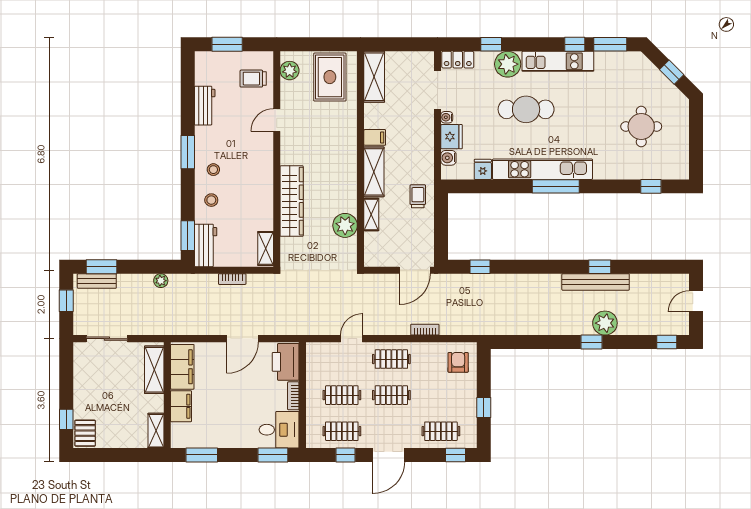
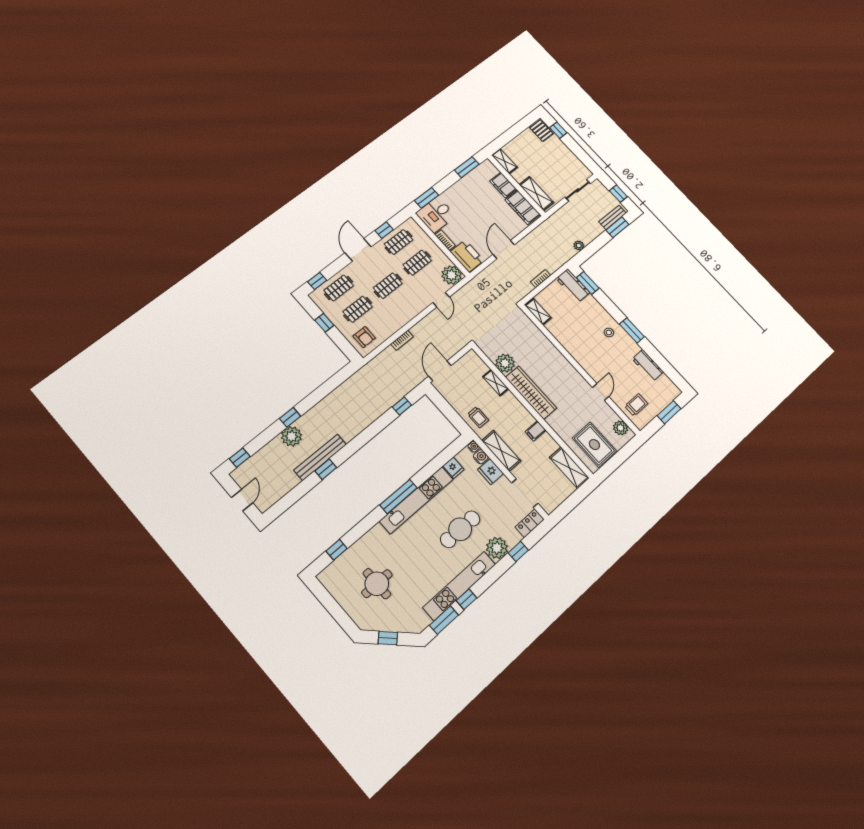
kitchen unit: (558, 61) -> (459, 586), width x1.36
water cooler: (447, 117) -> (474, 447), moved
shelving: (374, 172) -> (501, 451), moved
stool: (211, 200) -> (594, 314), removed
wardrobe: (292, 201) -> (531, 393), moved, turned 180
plant: (319, 355) -> (452, 275), added
clothes rail: (391, 359) -> (358, 309), moved

